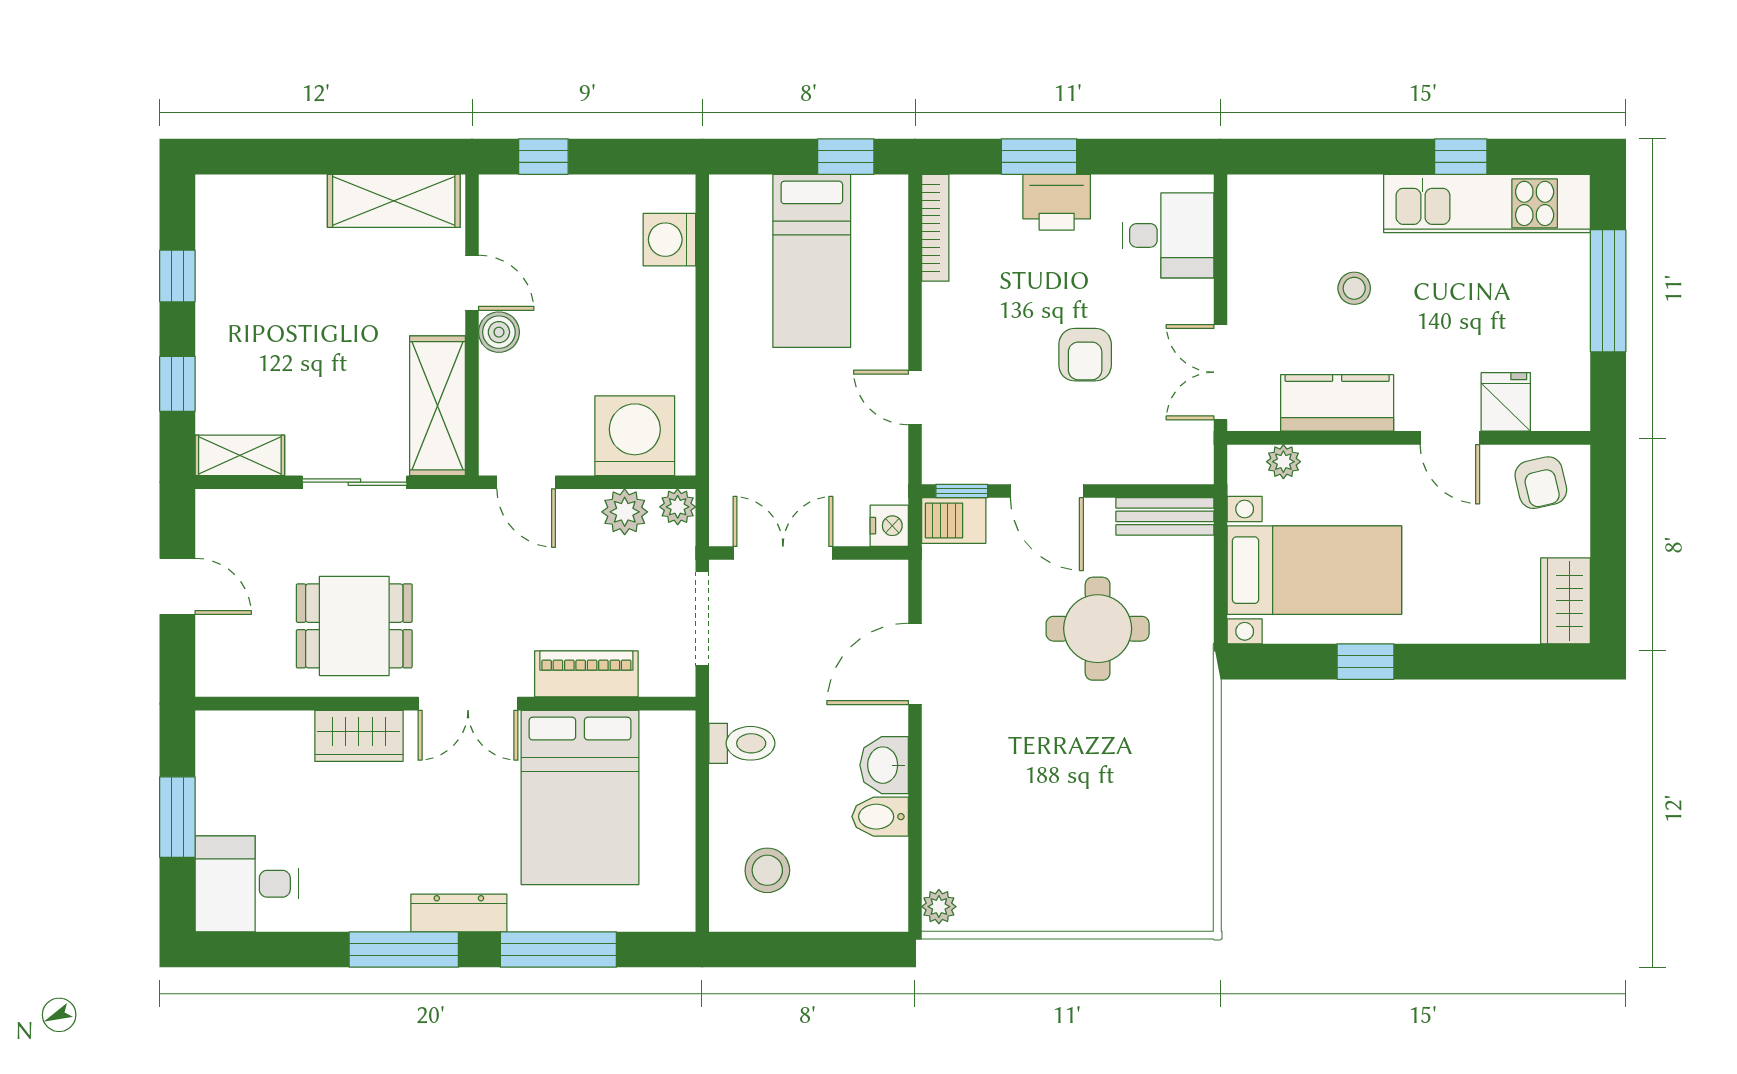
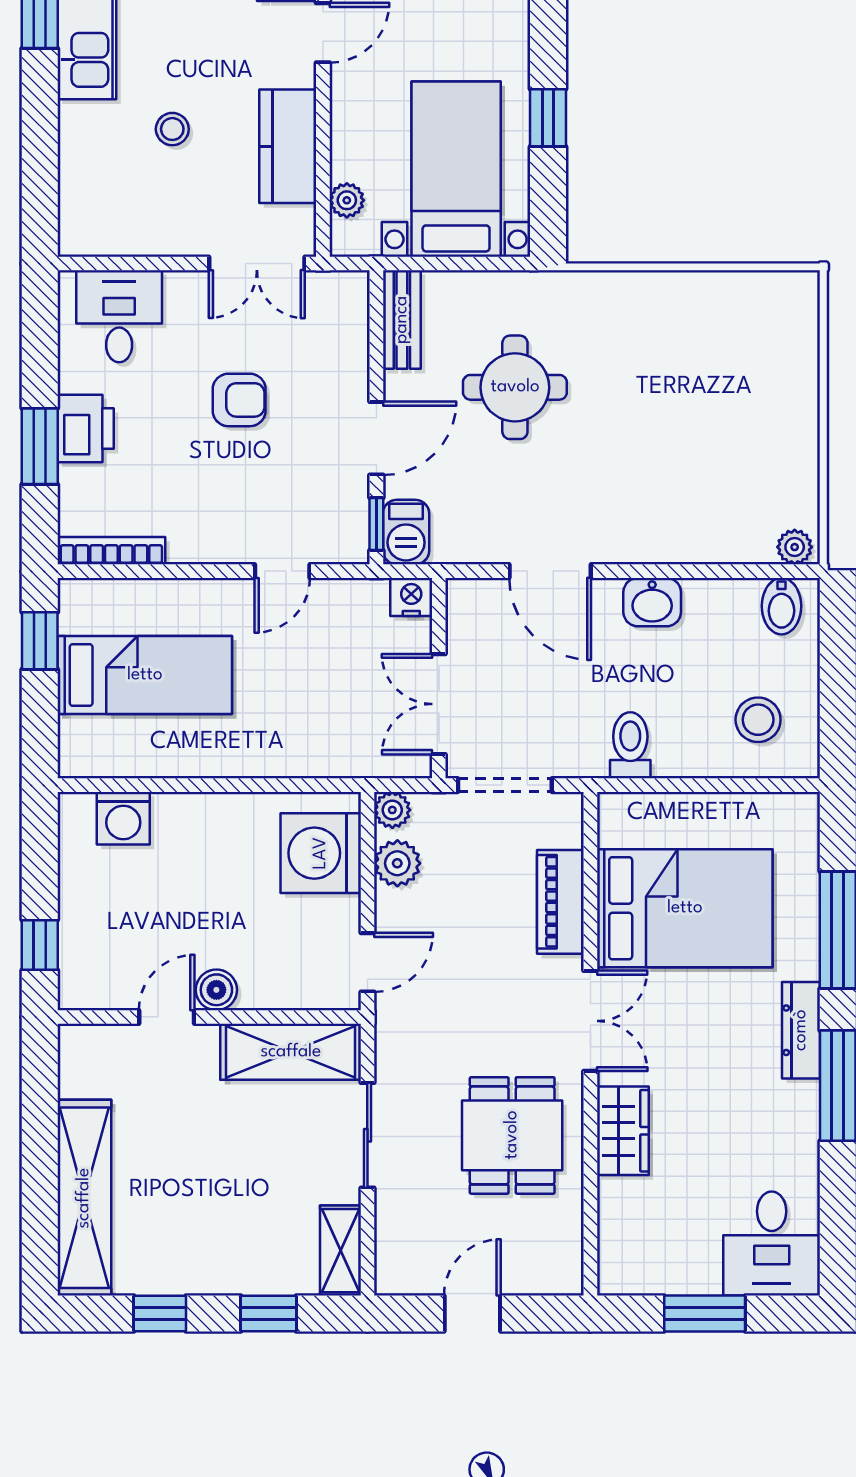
shelving: (394, 201) -> (84, 1198), moved, width x1.47
bidet: (880, 817) -> (782, 606), moved

